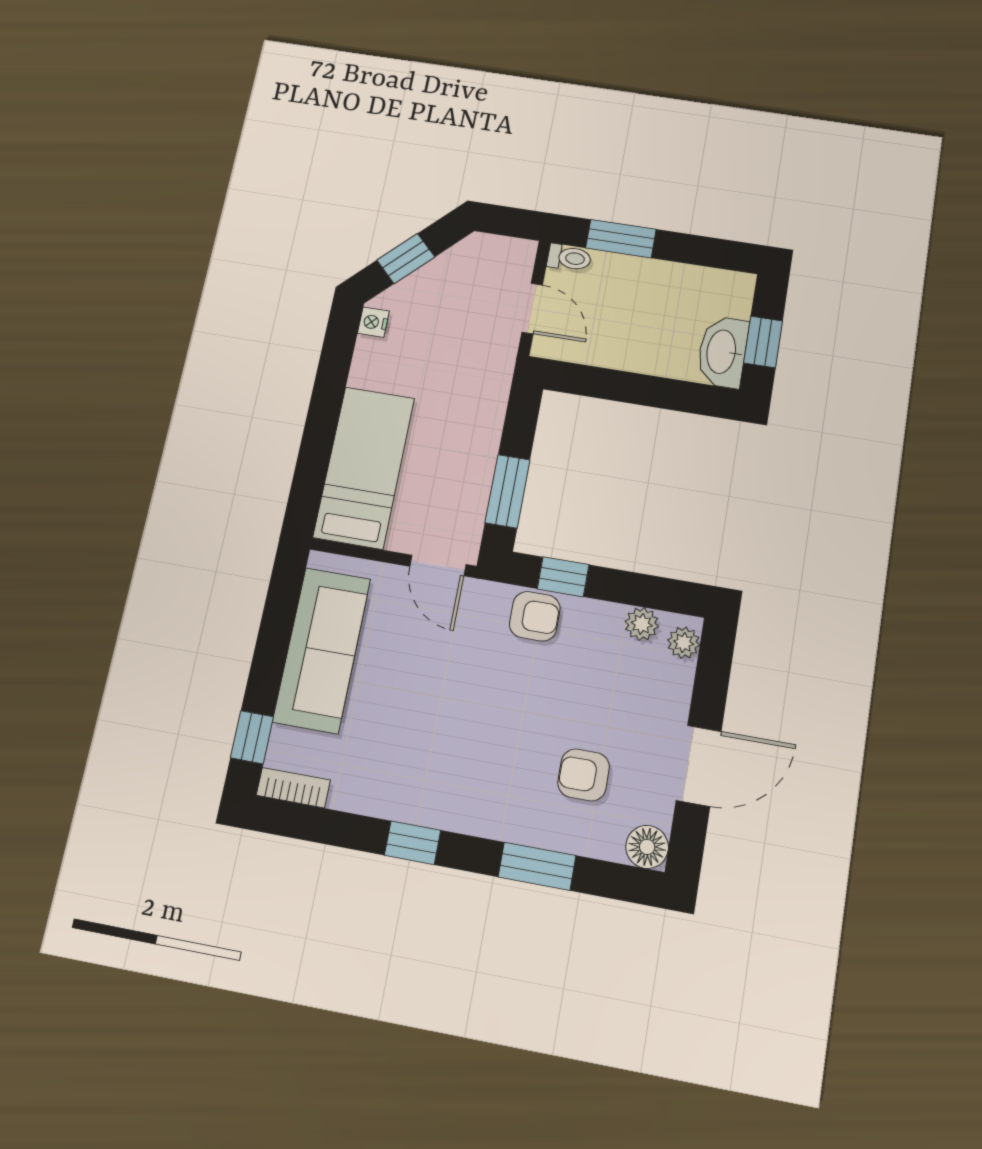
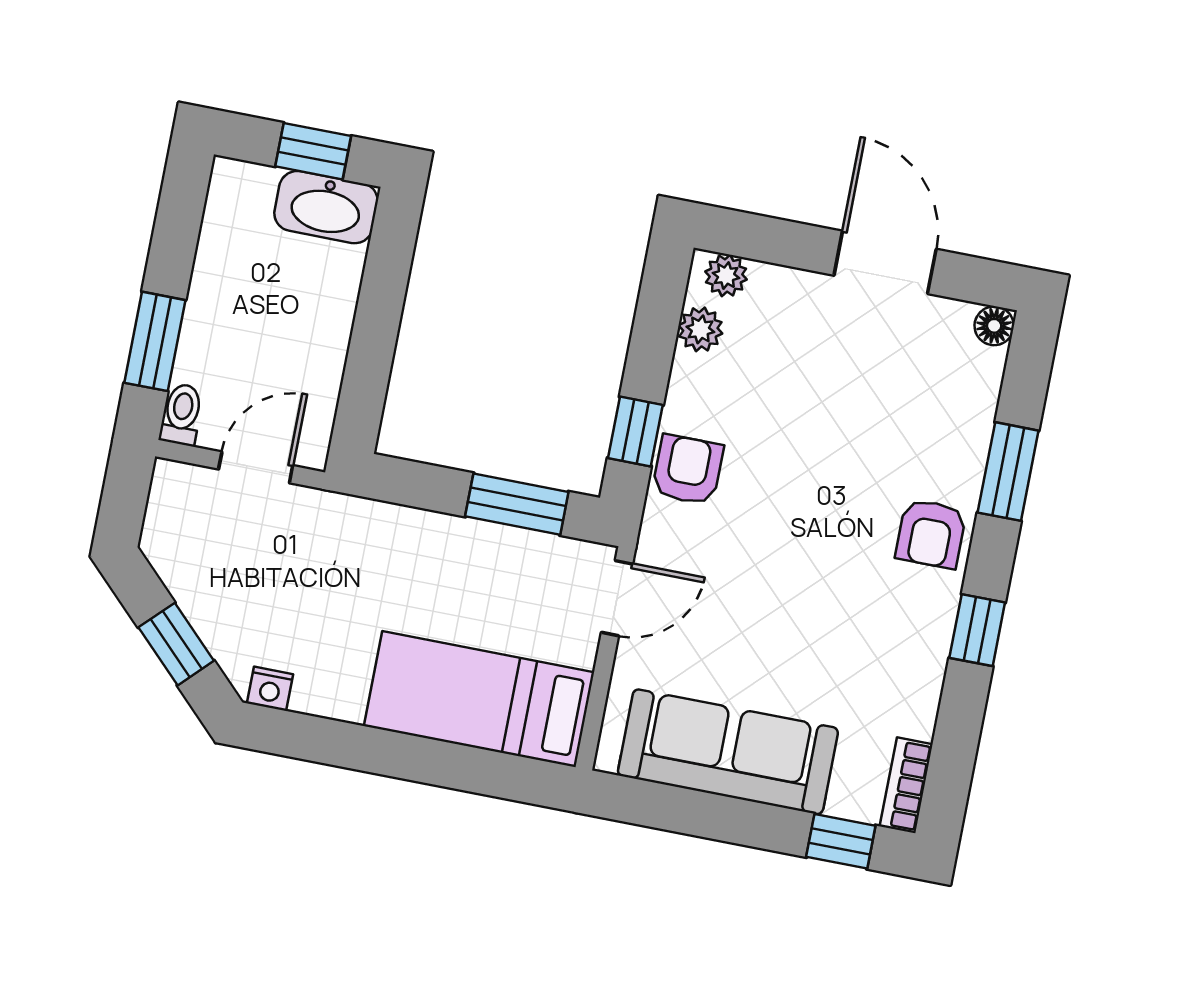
armchair: (584, 775) -> (931, 534), moved
floor lamp: (647, 847) -> (994, 326), width x0.73, depth x0.73

